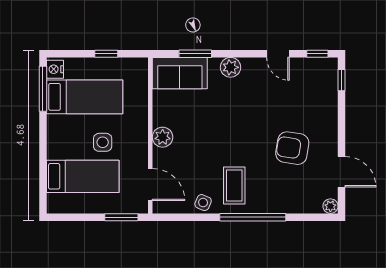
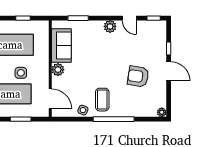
plant: (230, 67) -> (110, 26), moved
sofa: (180, 73) -> (61, 46), moved, turned -90
window: (342, 80) -> (169, 49), moved
door: (342, 172) -> (169, 71), moved
window: (121, 217) -> (21, 119), moved

